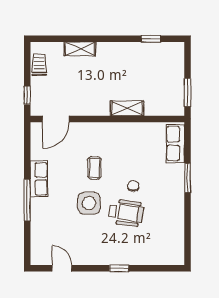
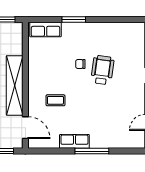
shelving: (127, 108) -> (15, 85), width x2.20, depth x1.33
coffee table: (94, 168) -> (55, 100), moved
side table: (89, 203) -> (94, 100), removed

